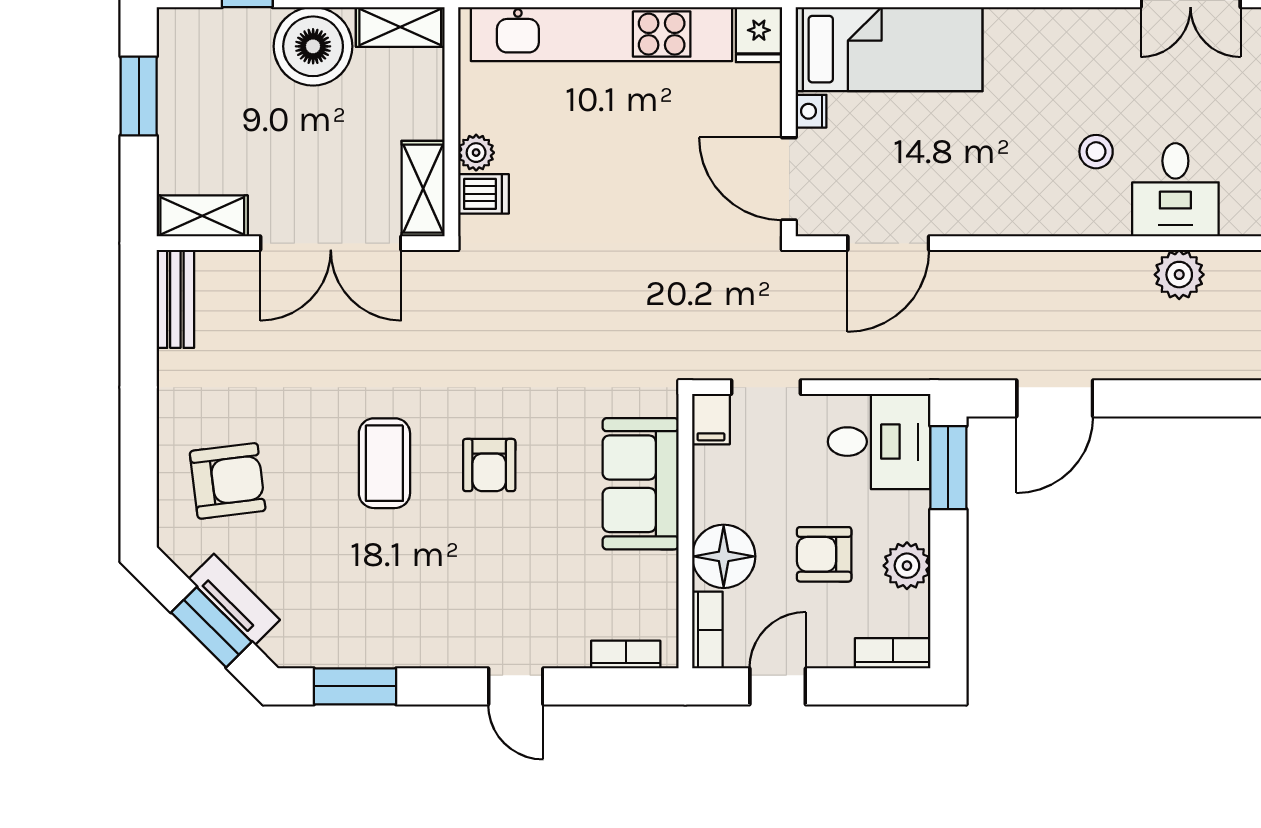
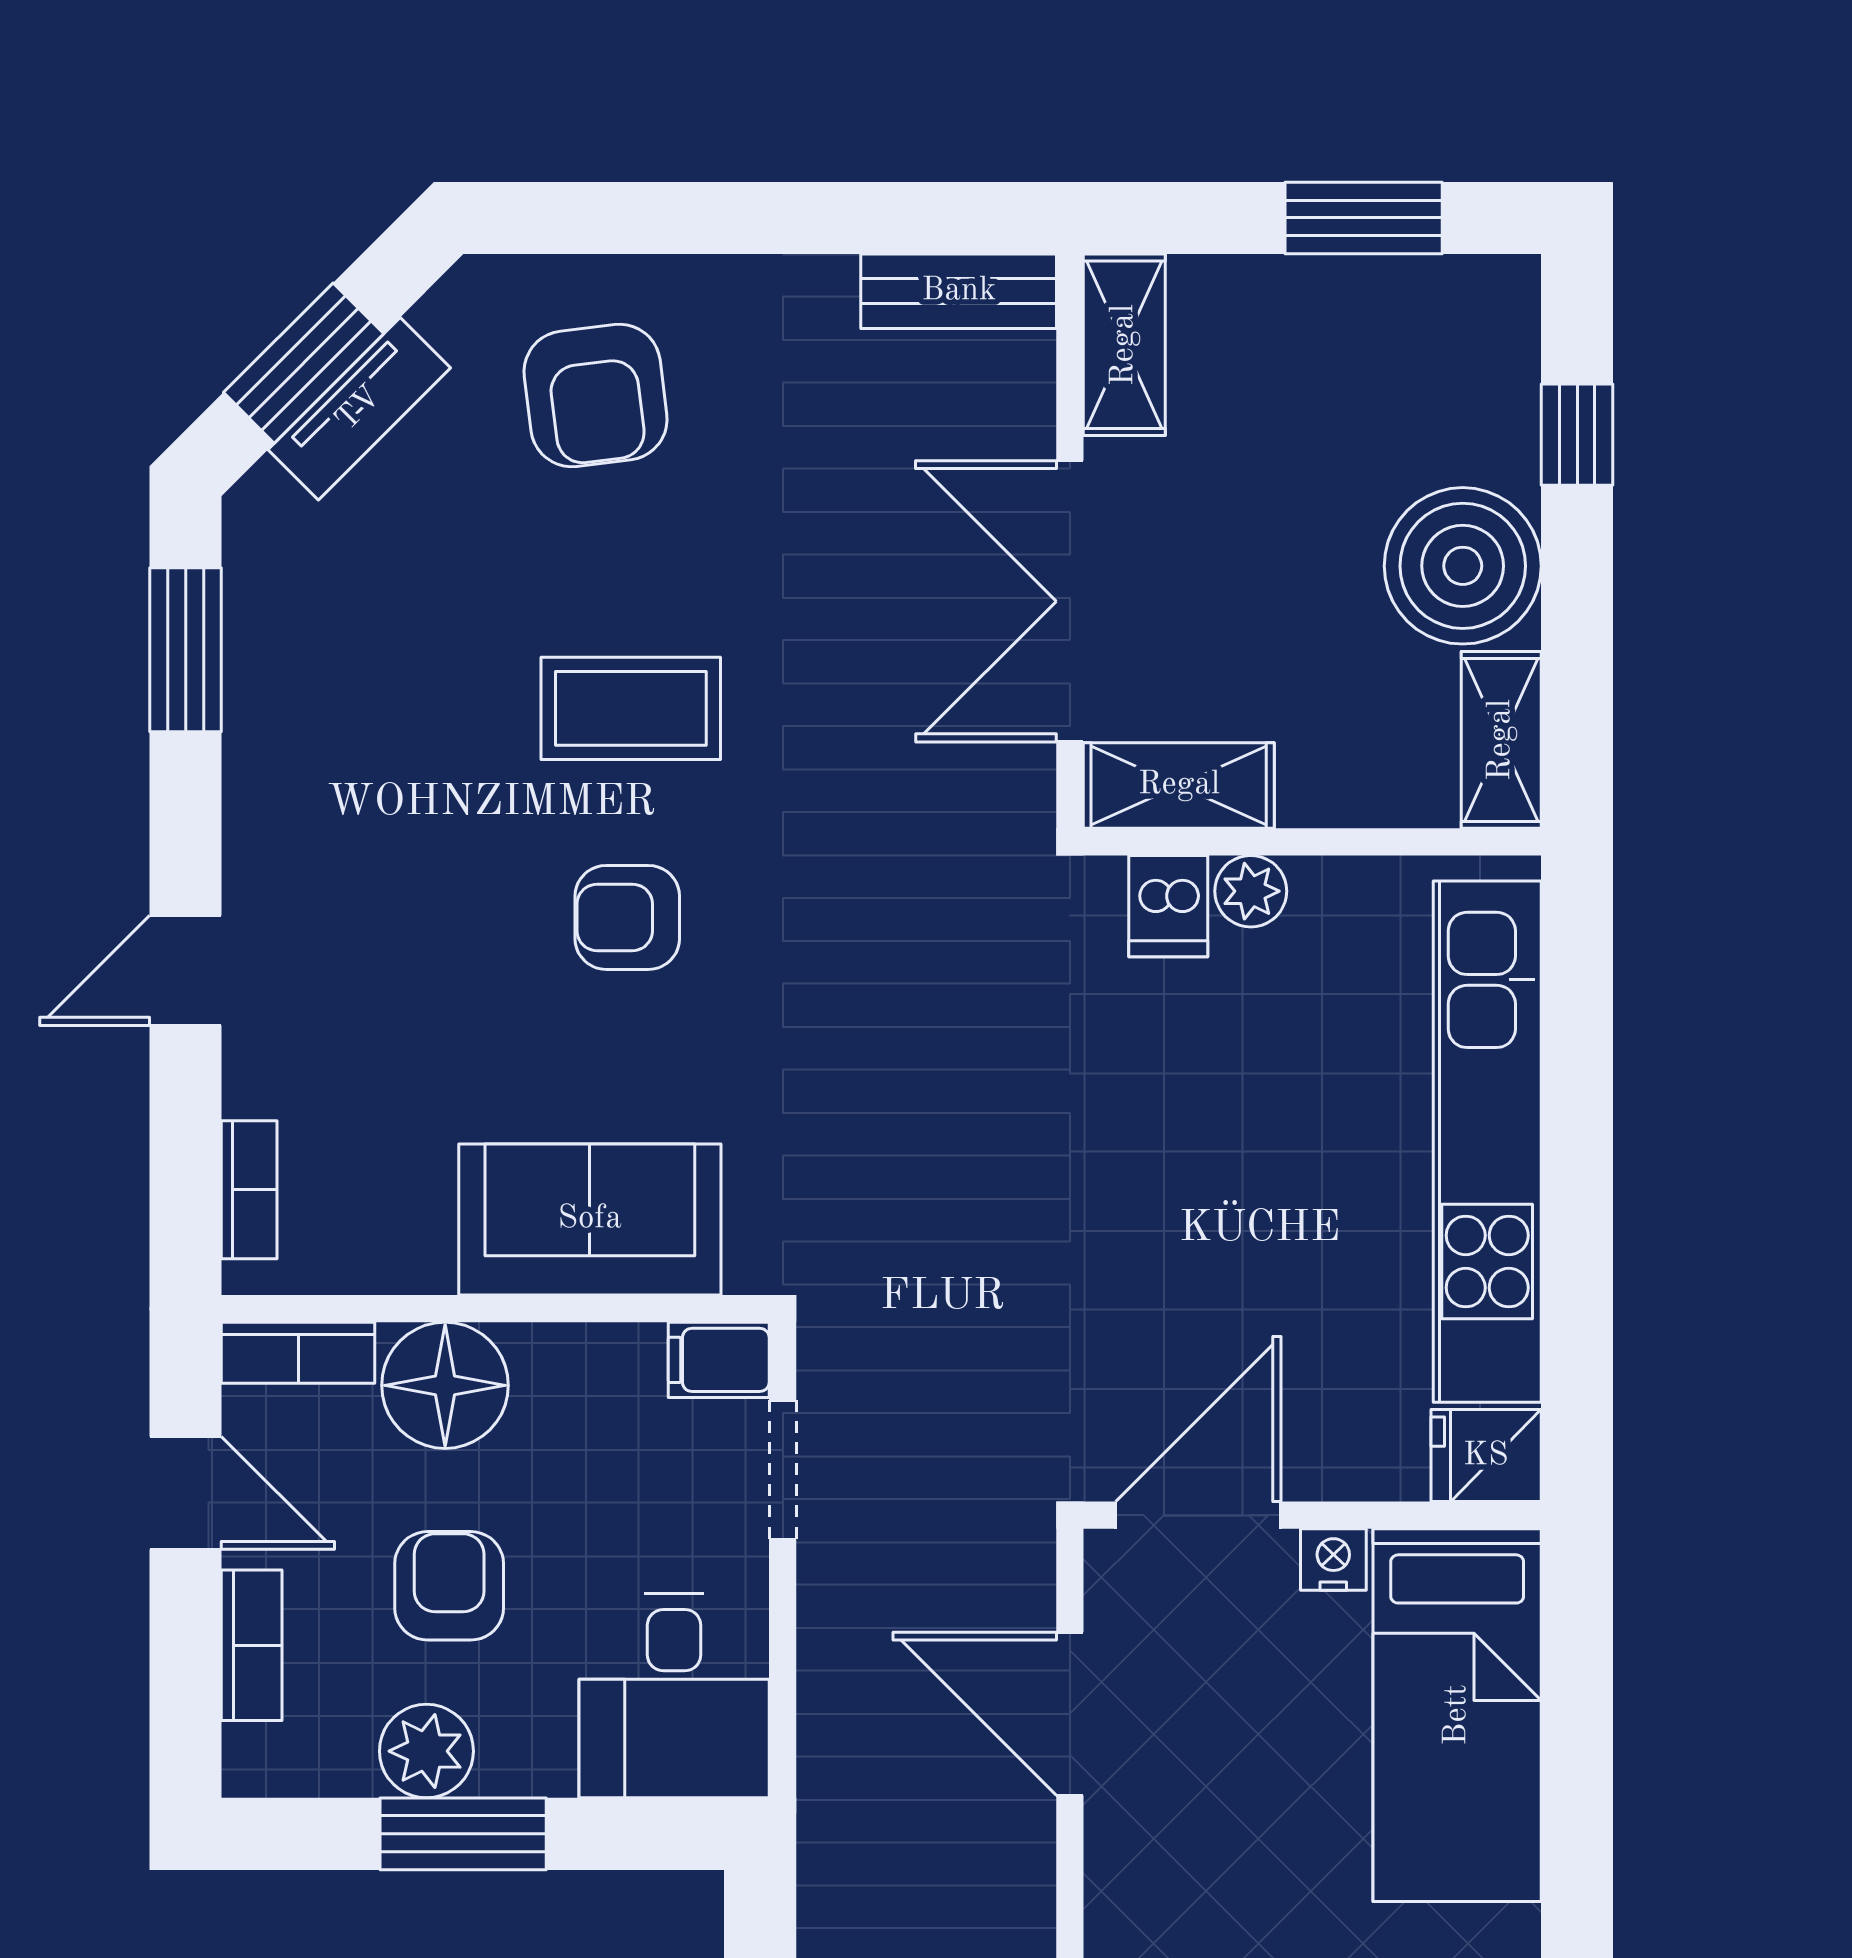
window: (948, 468) -> (463, 1834), moved
bookcase: (893, 653) -> (252, 1645), moved

